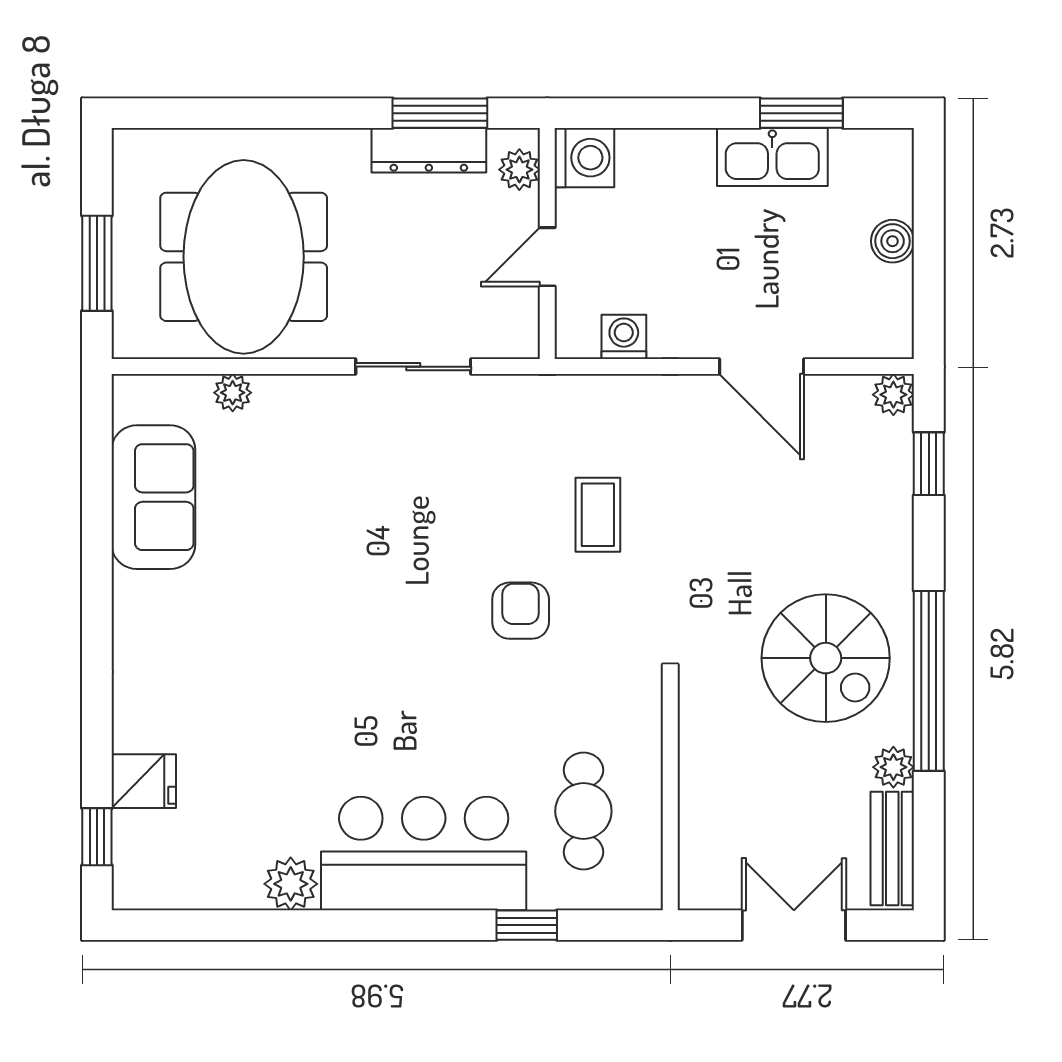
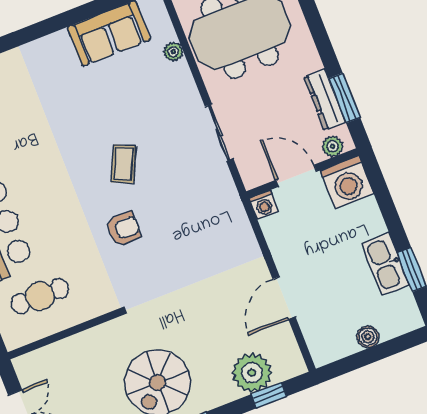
washing machine: (584, 158) -> (347, 182), width x1.37, depth x1.37
door: (547, 257) -> (296, 176), width x1.38
washing machine: (624, 337) -> (264, 205), moved, turned 90
plant: (893, 395) -> (252, 373), moved, width x1.87, depth x1.87
coffee table: (598, 515) -> (124, 164), moved, turned -65

